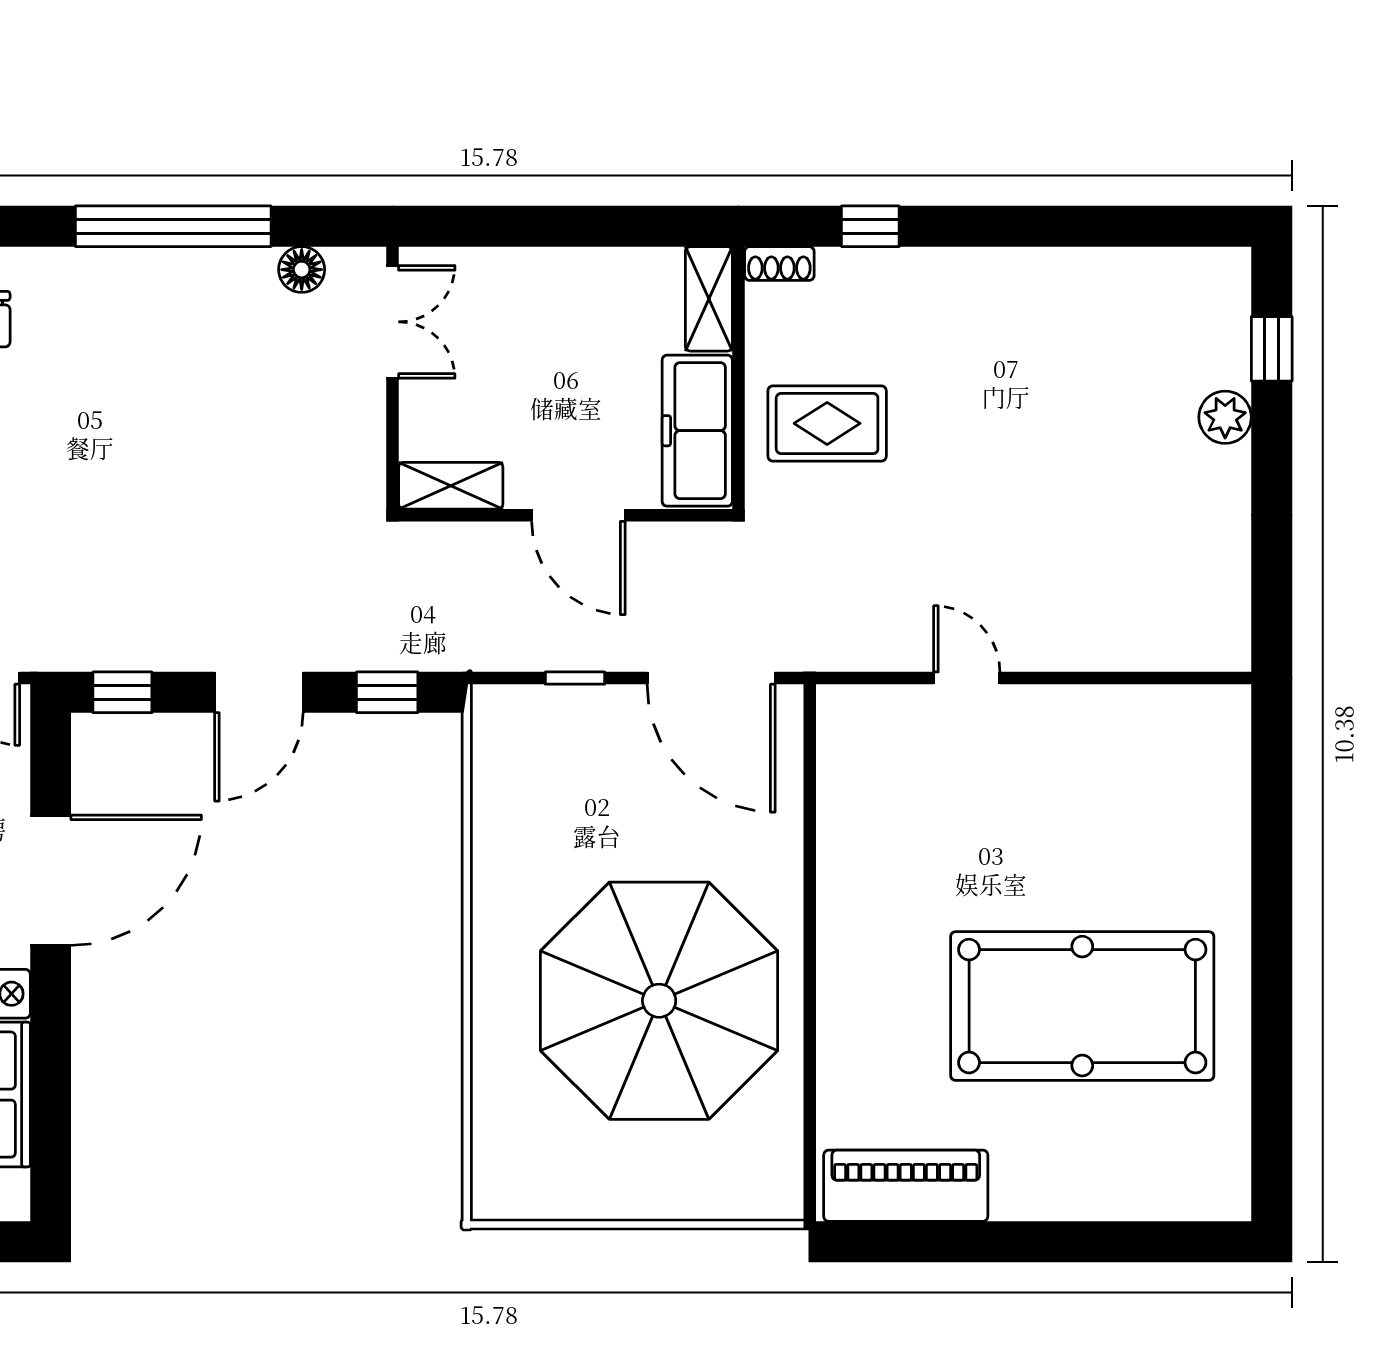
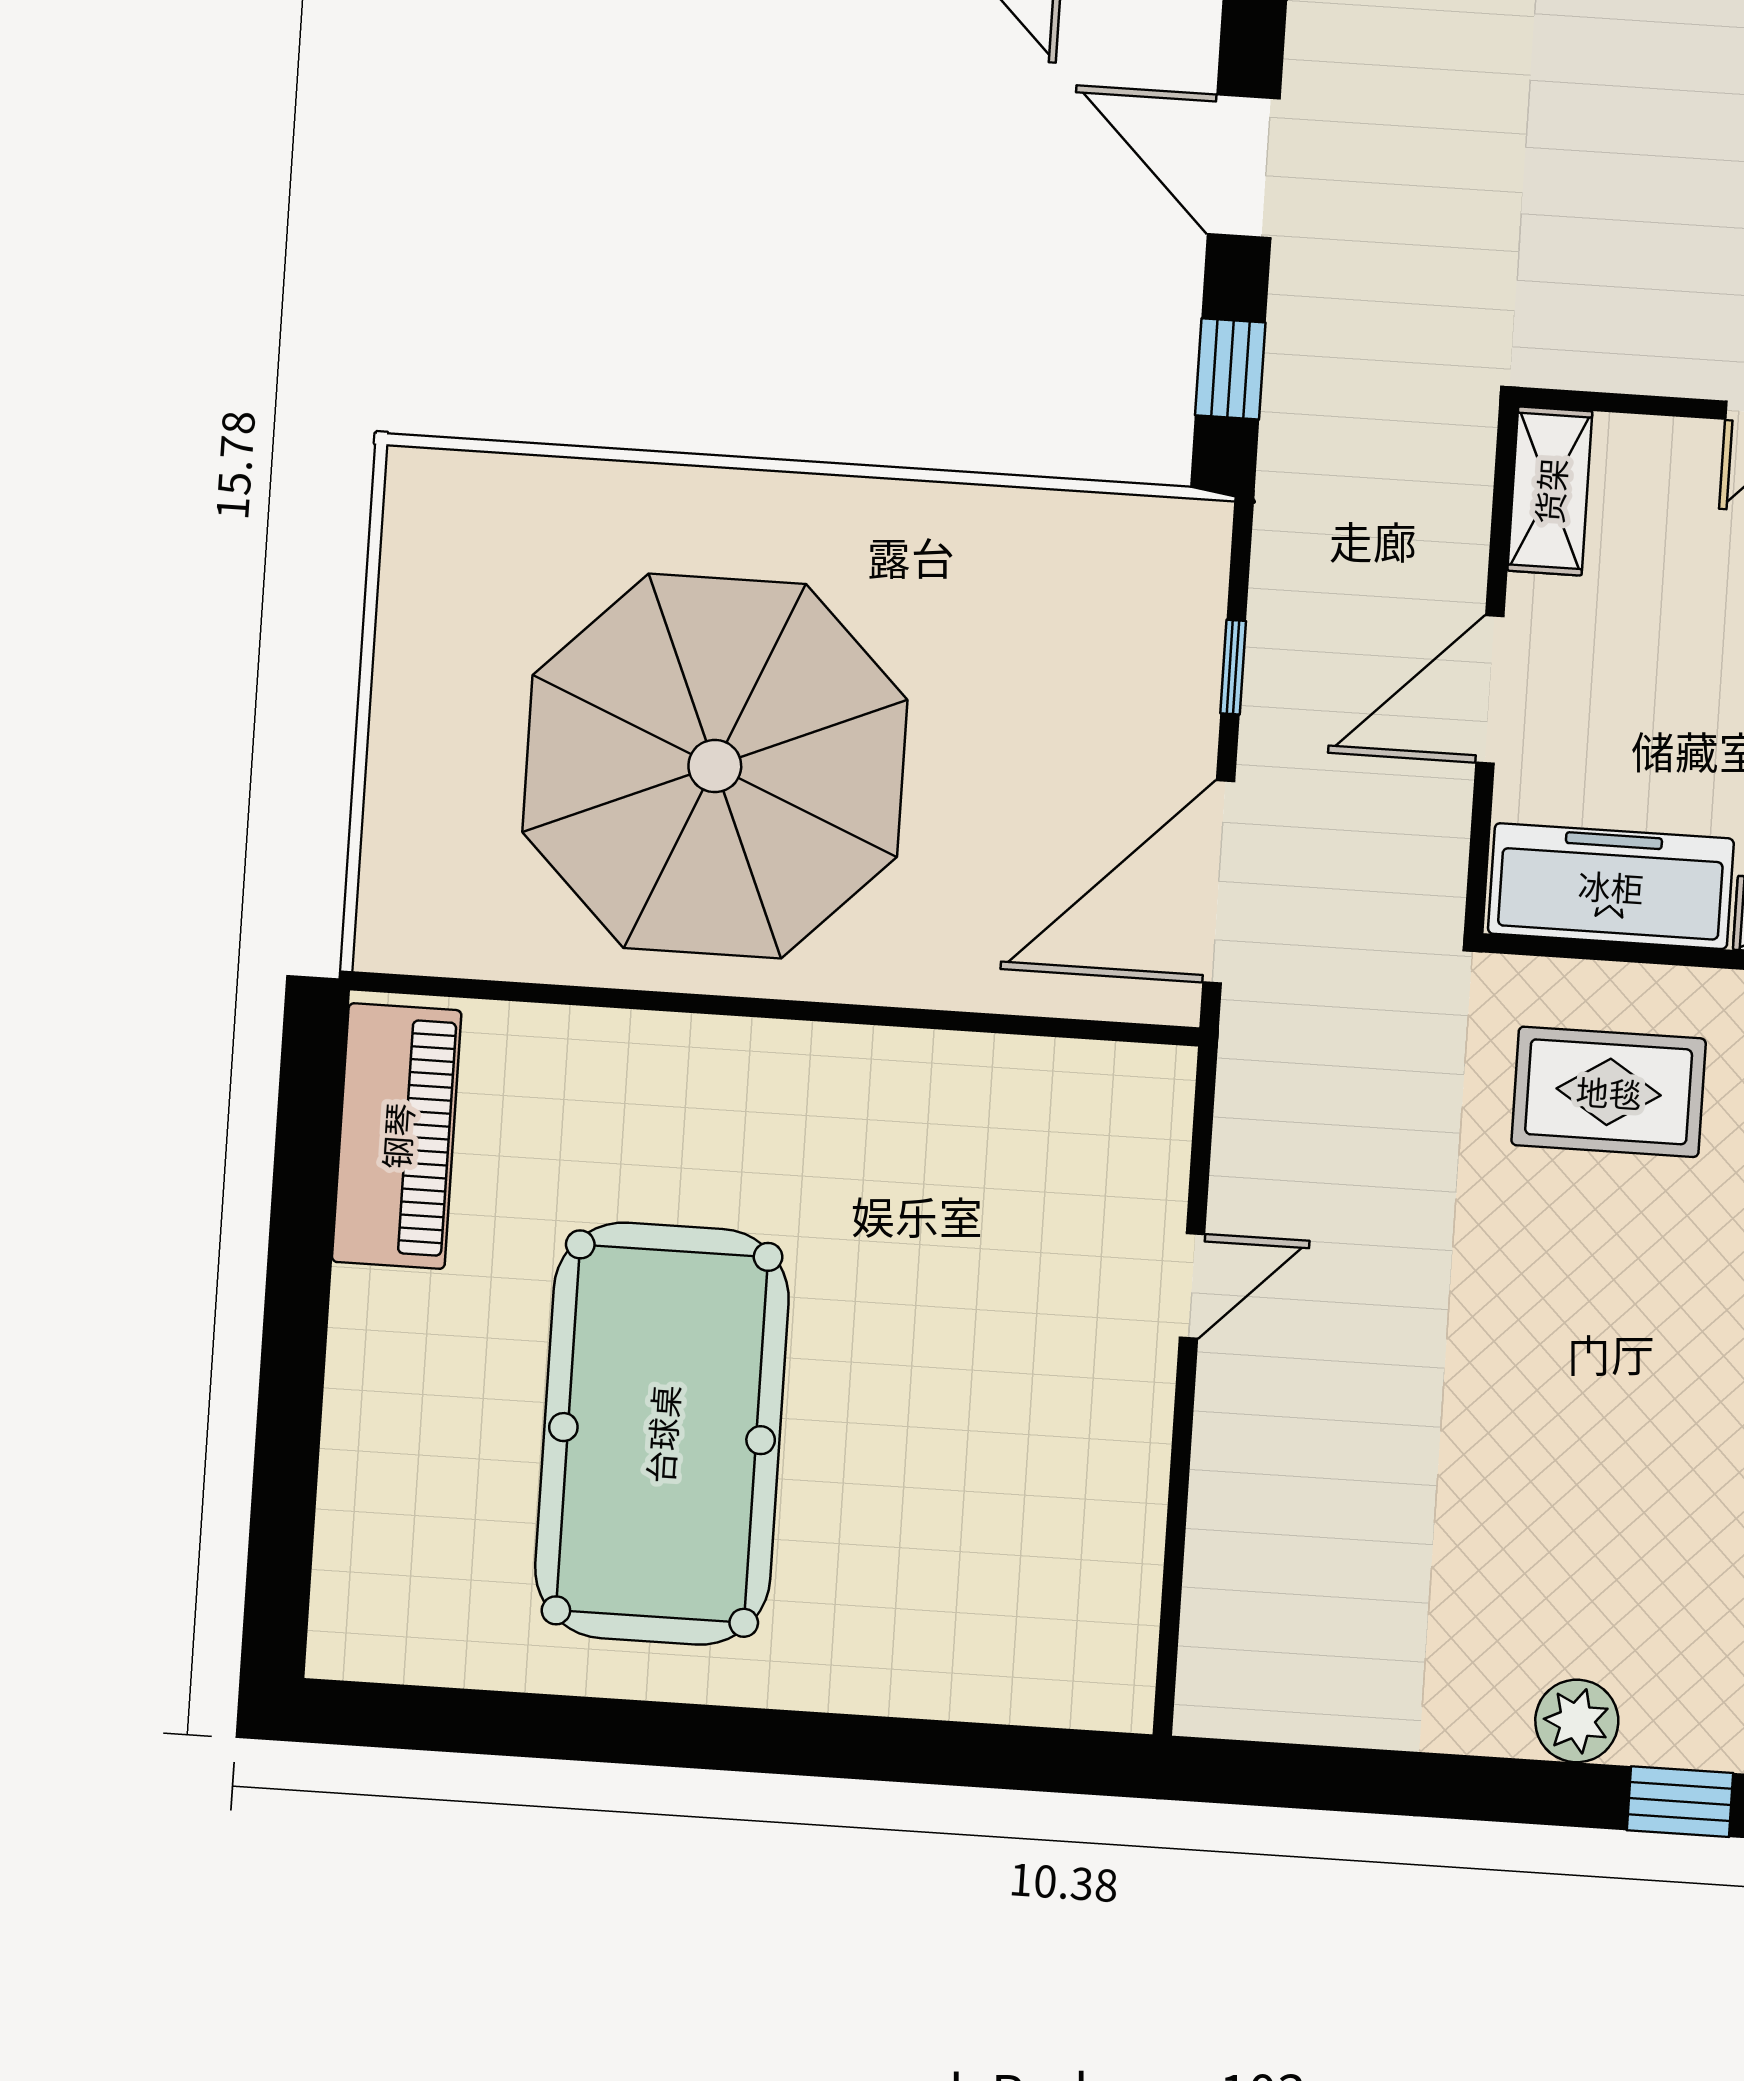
rug: (827, 423) -> (1609, 1092), turned 90

